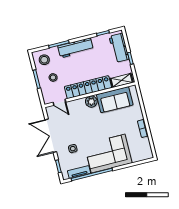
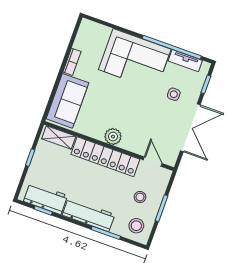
workbench: (119, 48) -> (46, 198), moved, turned -90
sofa: (115, 100) -> (67, 101), moved, turned 90

